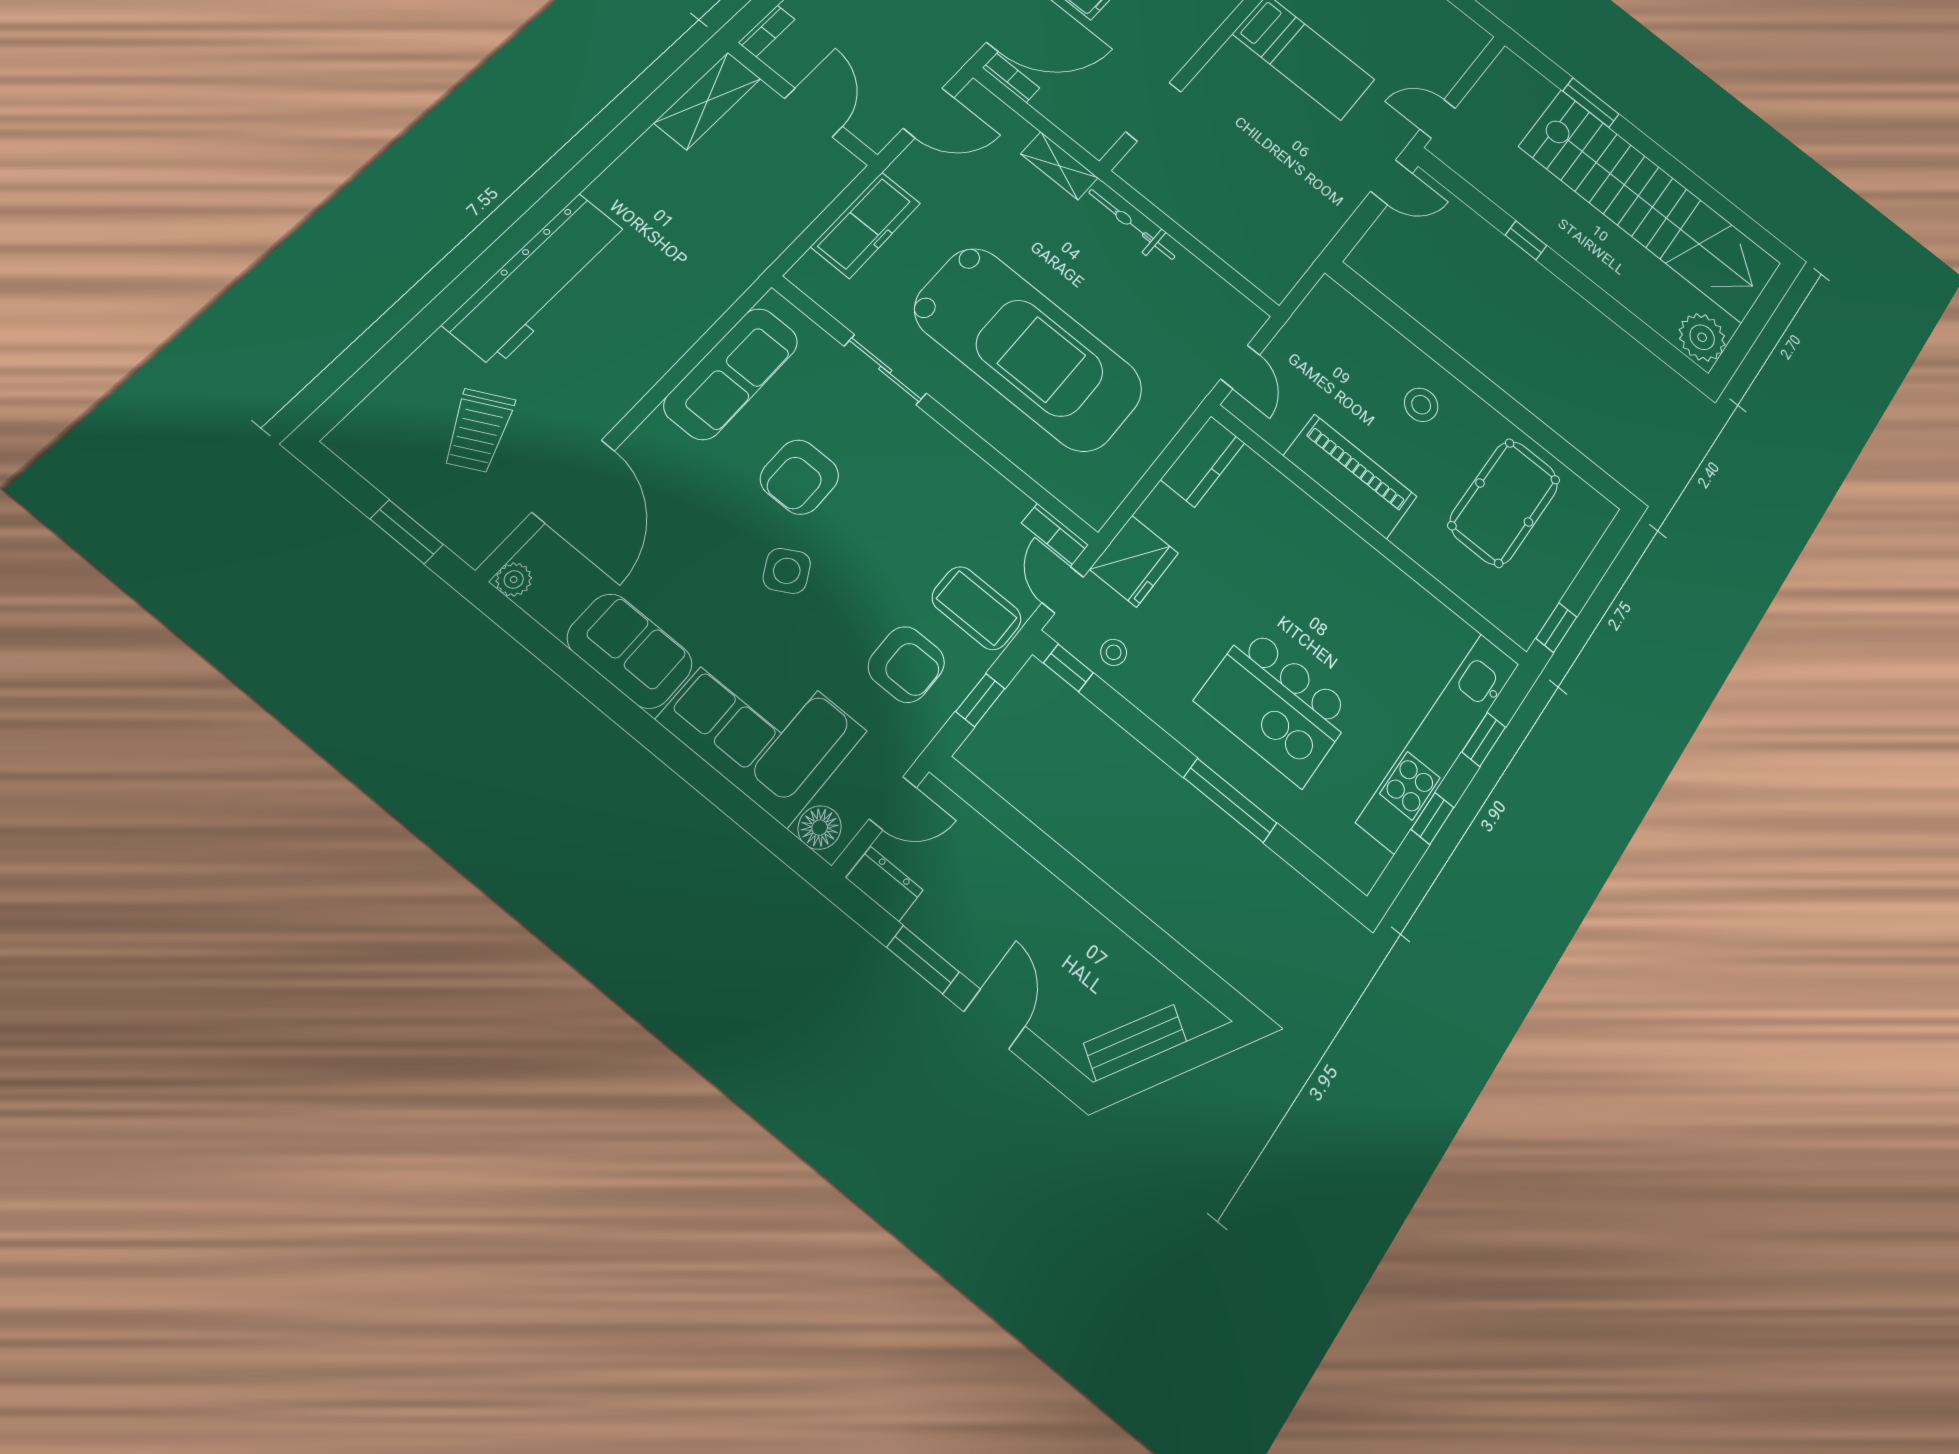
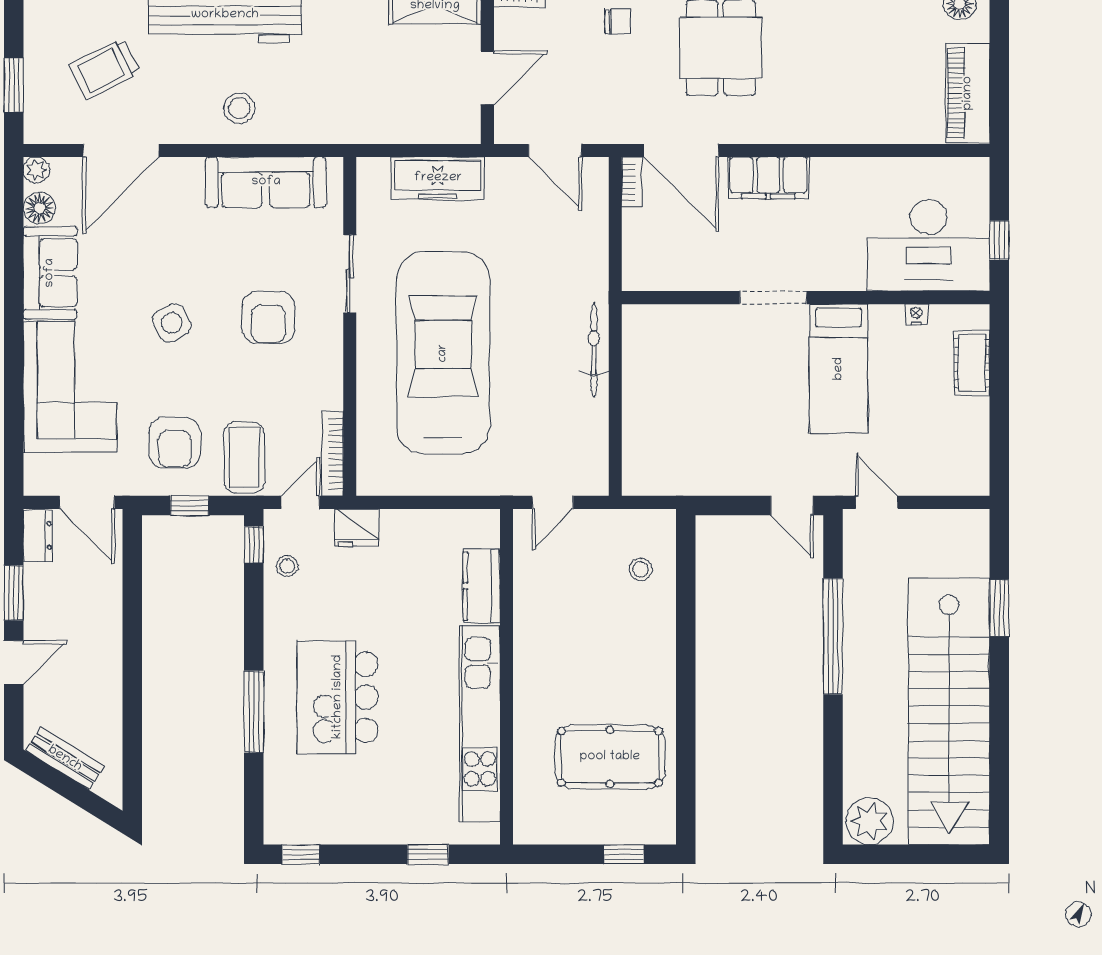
doorway: (1153, 112) -> (773, 298), moved
shelving: (1059, 166) -> (594, 267), removed
window: (1526, 240) -> (833, 636), width x3.17
stool: (639, 340) -> (239, 108), added
car: (1029, 349) -> (443, 353), turned 180
stool: (1421, 405) -> (641, 569), moved, width x0.73, depth x0.73
kitchen counter: (1203, 461) -> (482, 586), moved, turned 90
piano: (1350, 476) -> (538, 635), removed
armchair: (800, 477) -> (268, 317), moved, turned -90
bookcase: (1055, 534) -> (333, 454), width x1.56
fridge: (1134, 561) -> (357, 527), width x0.73, depth x0.75
window: (1556, 628) -> (624, 854), moved
kitchen unit: (1439, 742) -> (480, 724), moved, turned -90
door: (893, 803) -> (87, 502), width x1.38
window: (1432, 818) -> (301, 854), moved
floor lamp: (820, 828) -> (39, 208), moved

